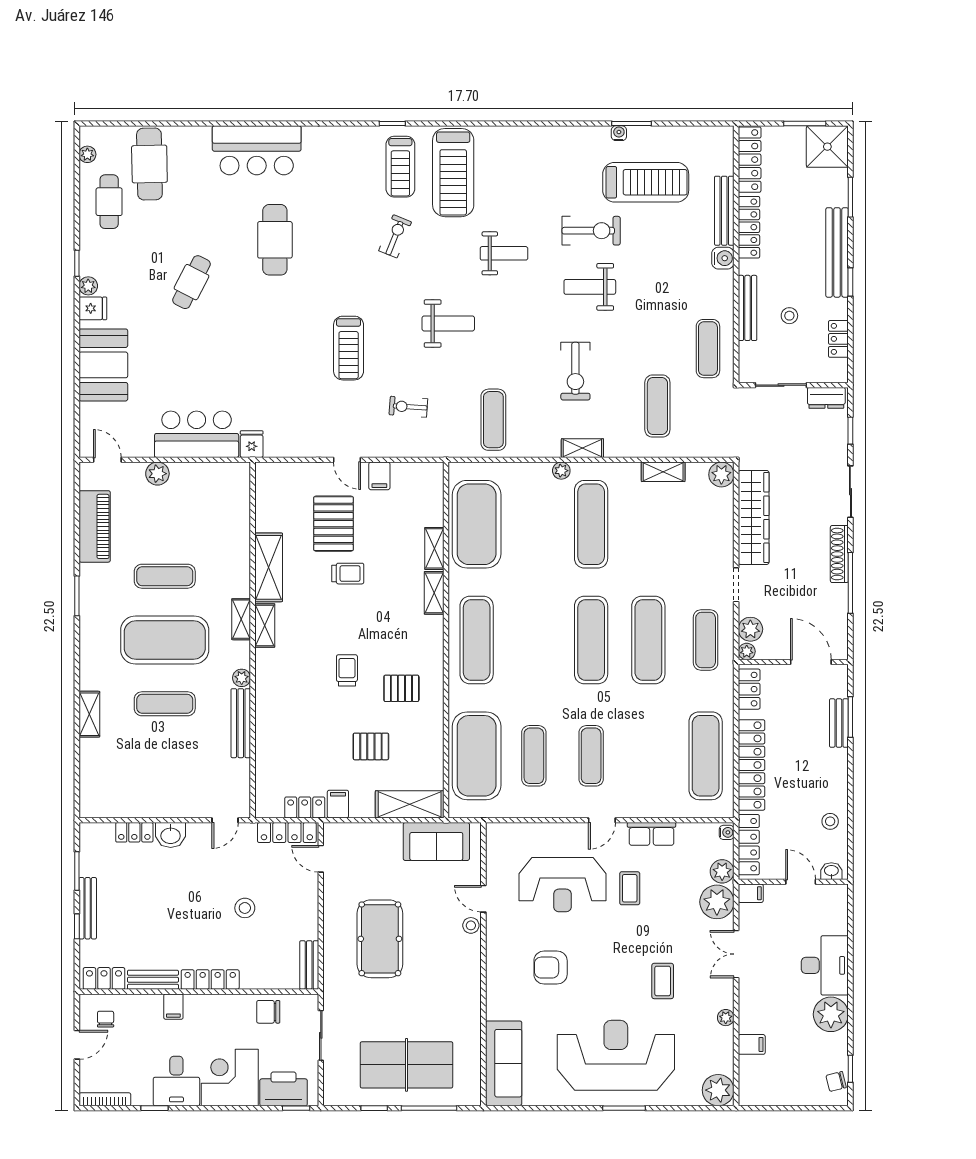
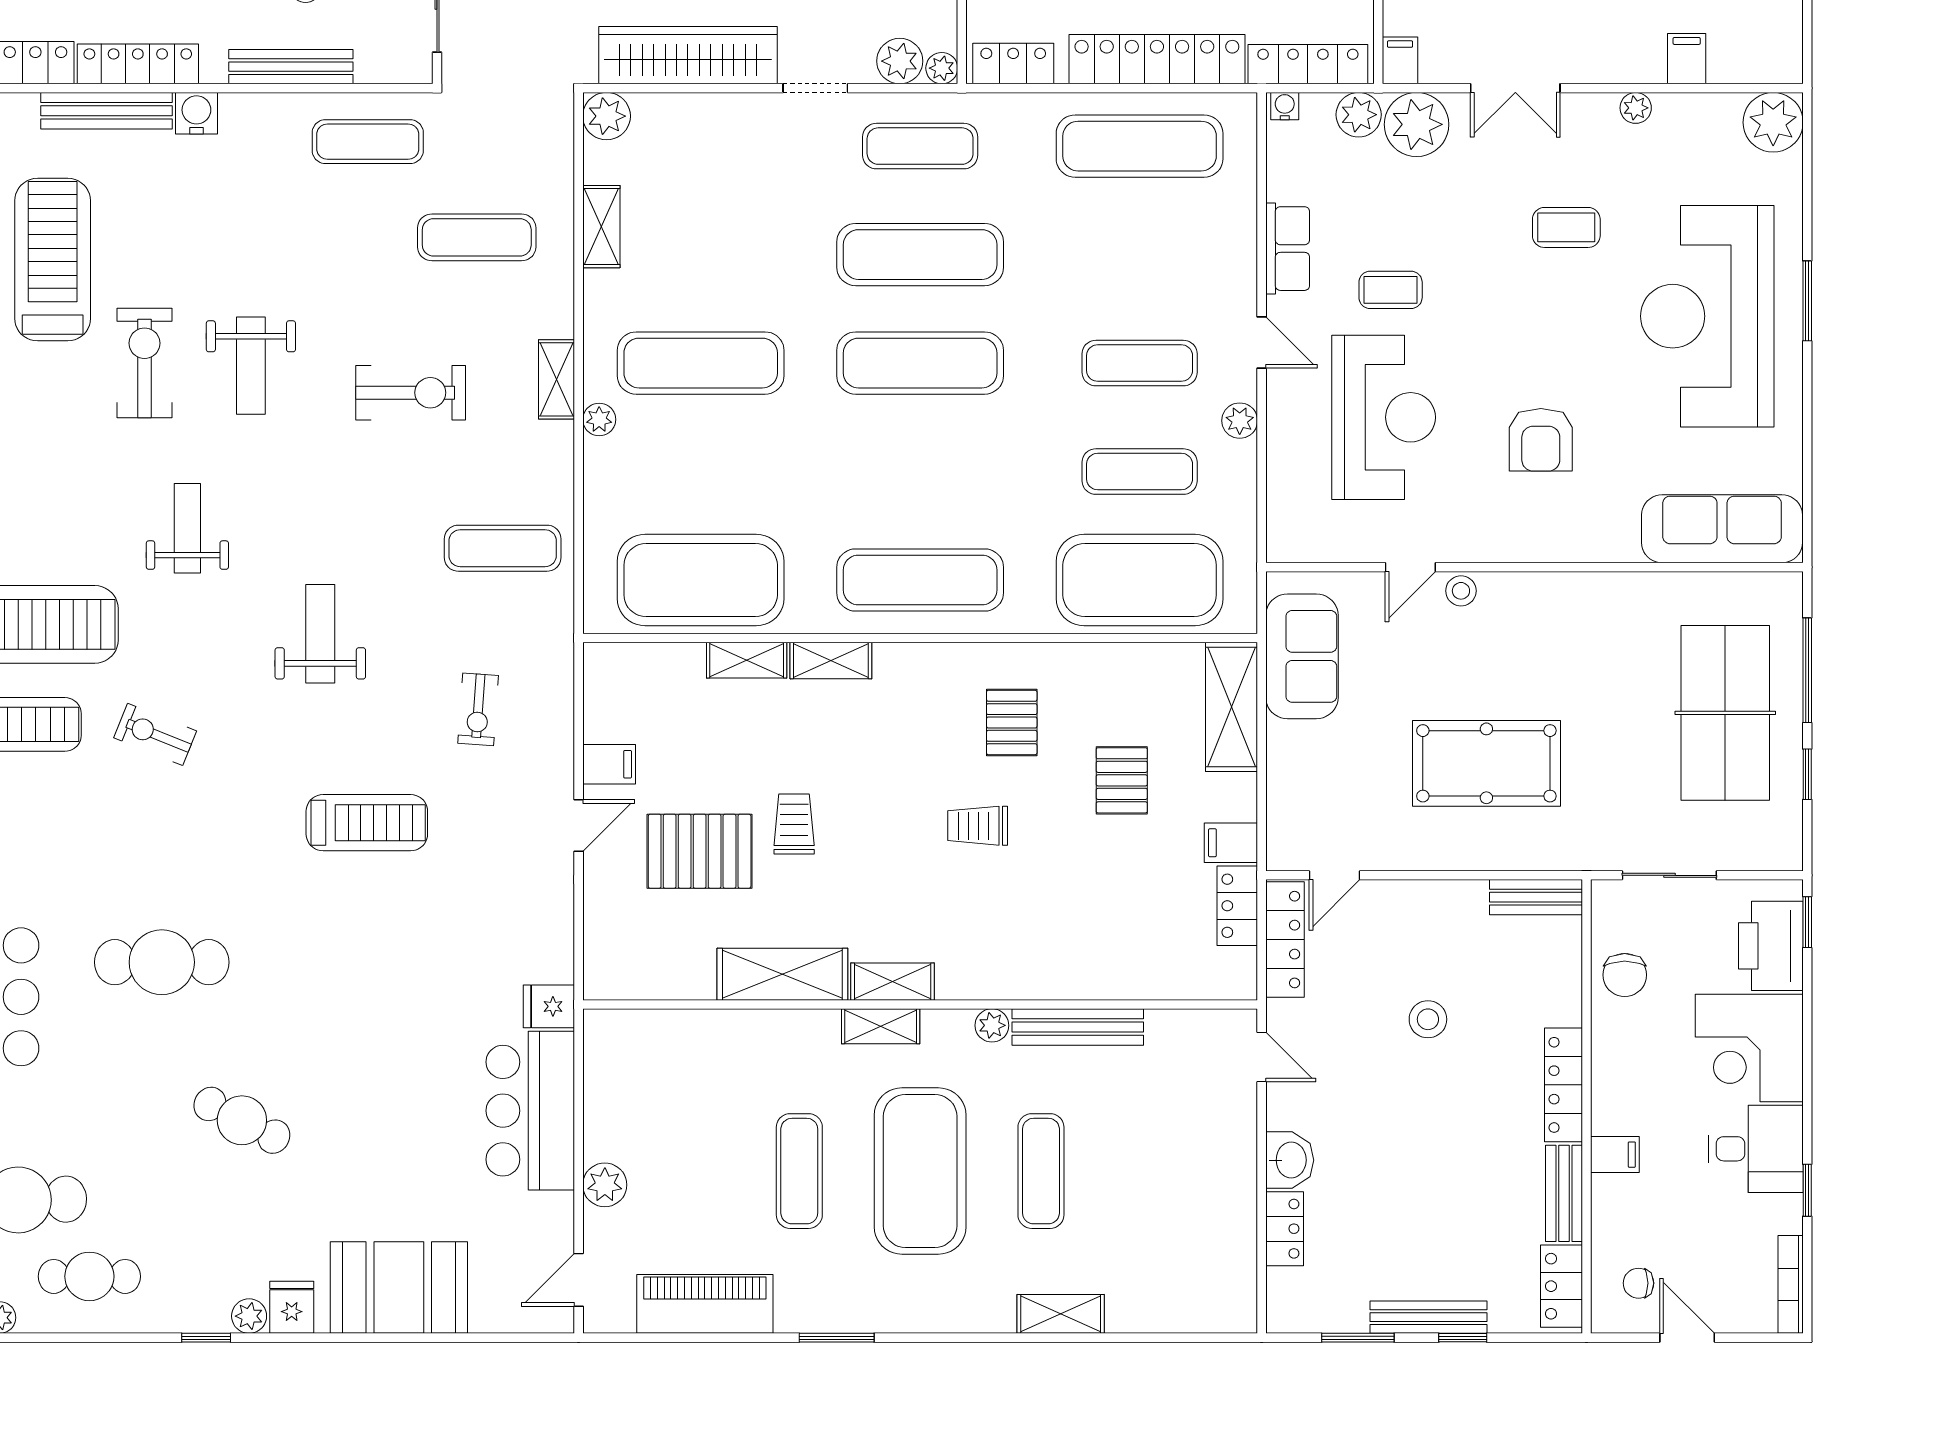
plant: (561, 809) -> (1240, 421), added

